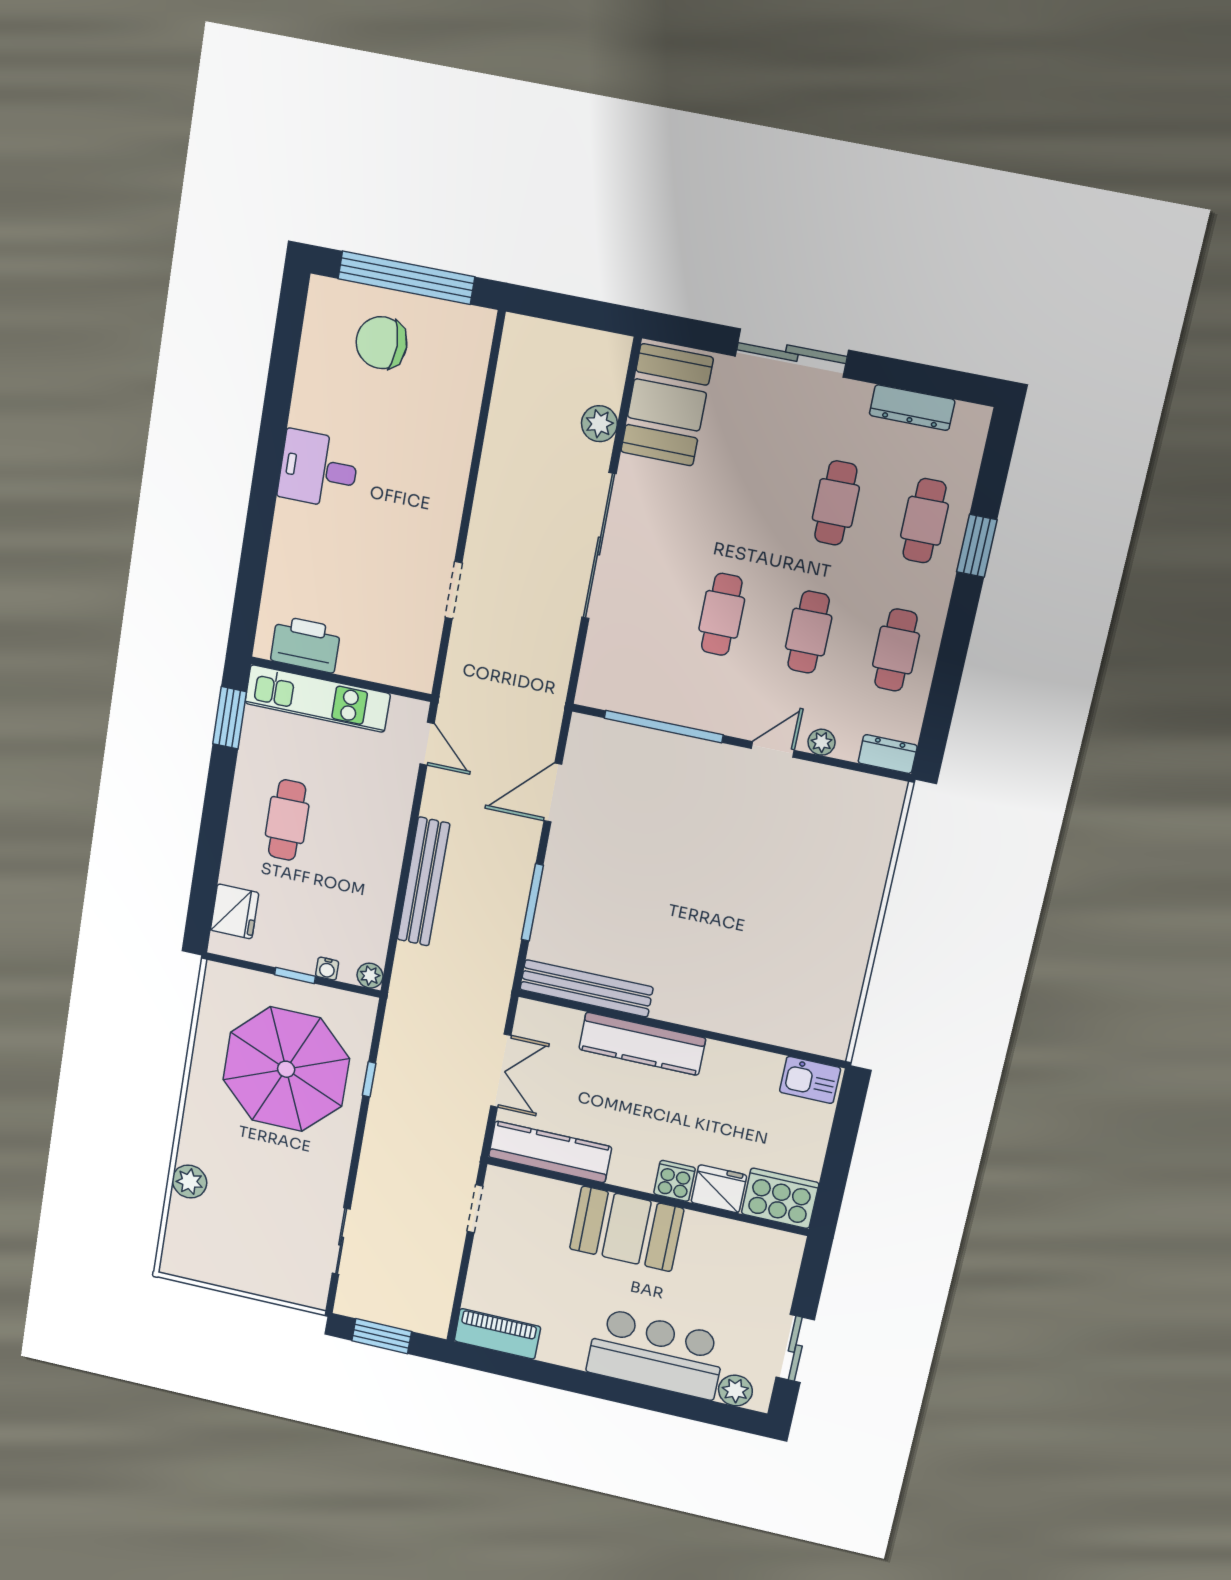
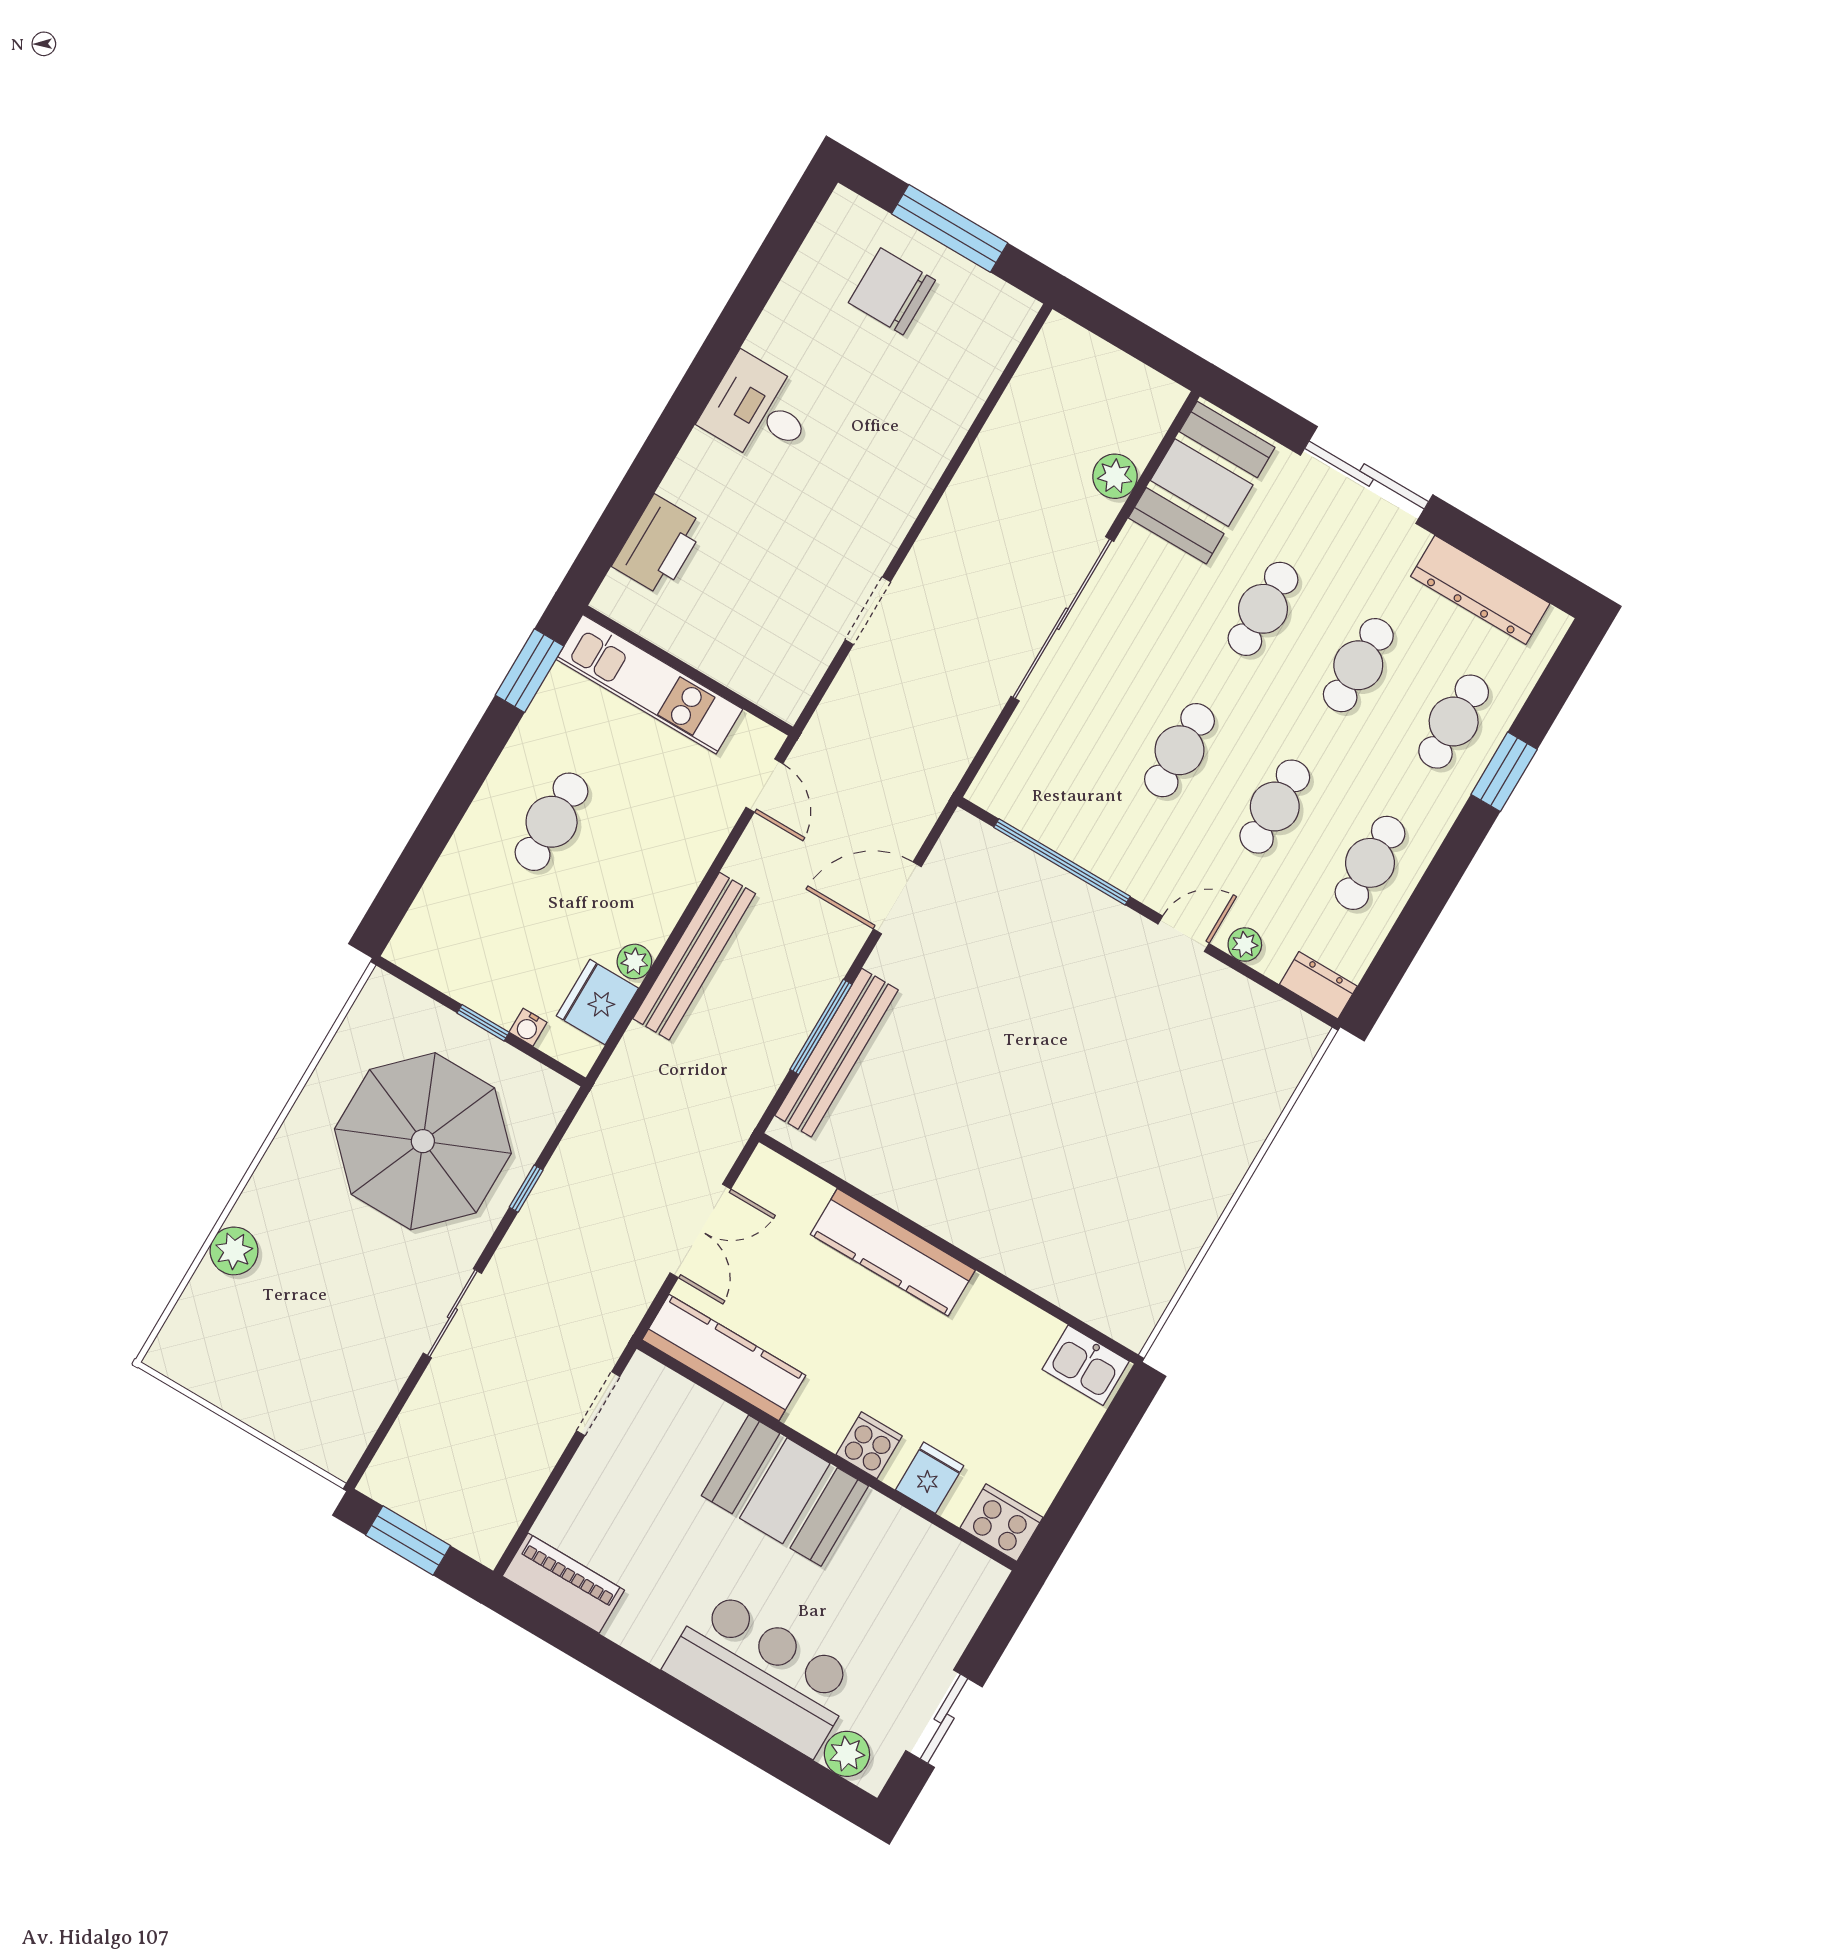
window: (406, 278) -> (950, 228), width x0.68
dresser: (912, 408) -> (1480, 590), width x1.37, depth x1.24
cafe table: (748, 485) -> (1263, 609), added
printer: (306, 644) -> (659, 545), moved, turned 90
fridge: (235, 911) -> (597, 1002), moved, turned 180
plant: (370, 976) -> (634, 961), moved
bench: (586, 988) -> (836, 1053), moved, turned 90
fridge: (719, 1189) -> (930, 1478), width x0.72
cooker: (780, 1198) -> (1001, 1523), width x0.73, depth x0.76
sliding door: (341, 1241) -> (452, 1313), moved

